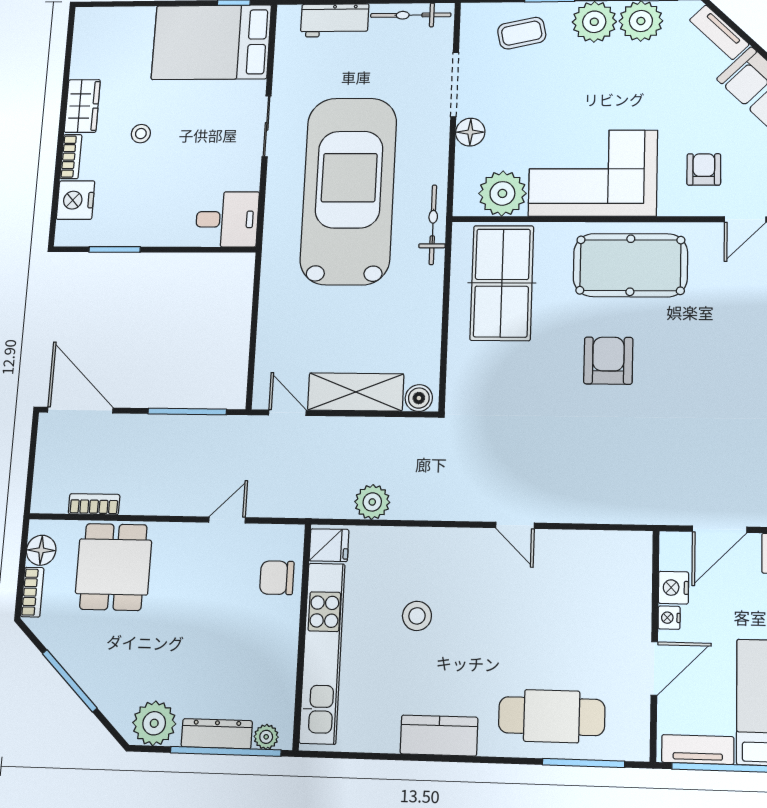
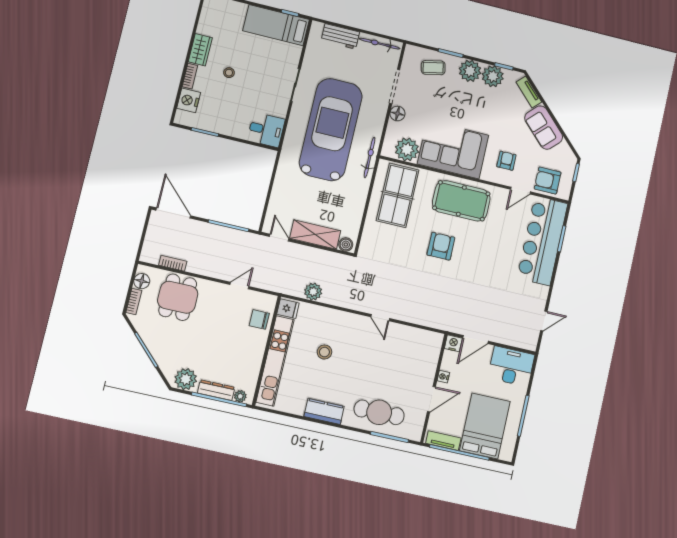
bed: (211, 42) -> (276, 25), width x0.67
nightstand: (673, 588) -> (453, 343), moved, turned 90

